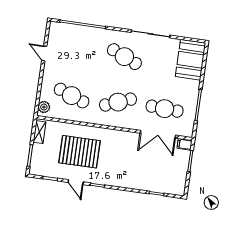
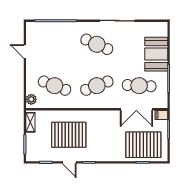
booth: (191, 60) -> (156, 54), moved
pallet: (160, 174) -> (143, 145), added

